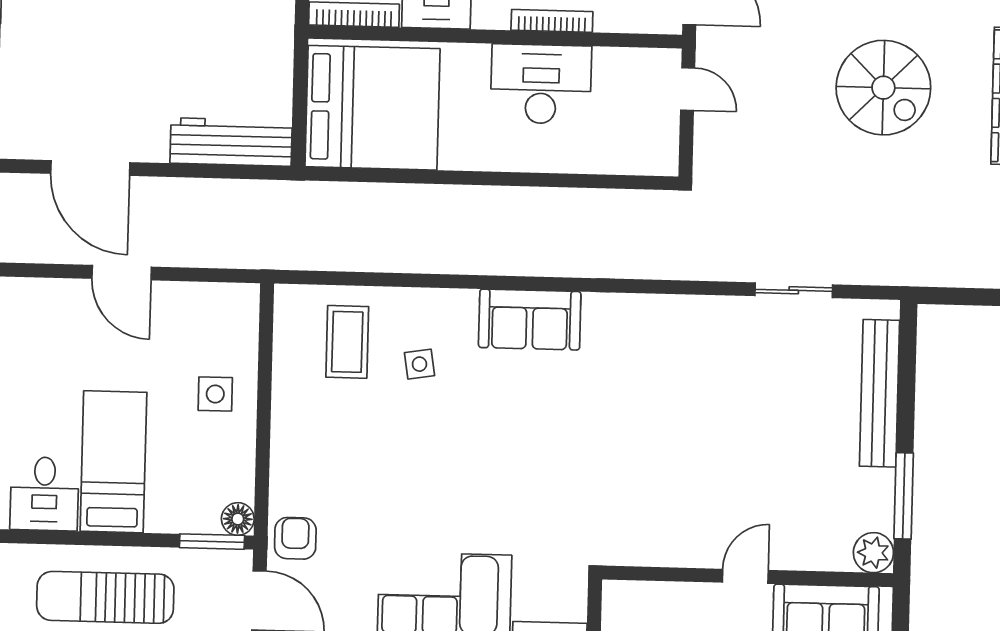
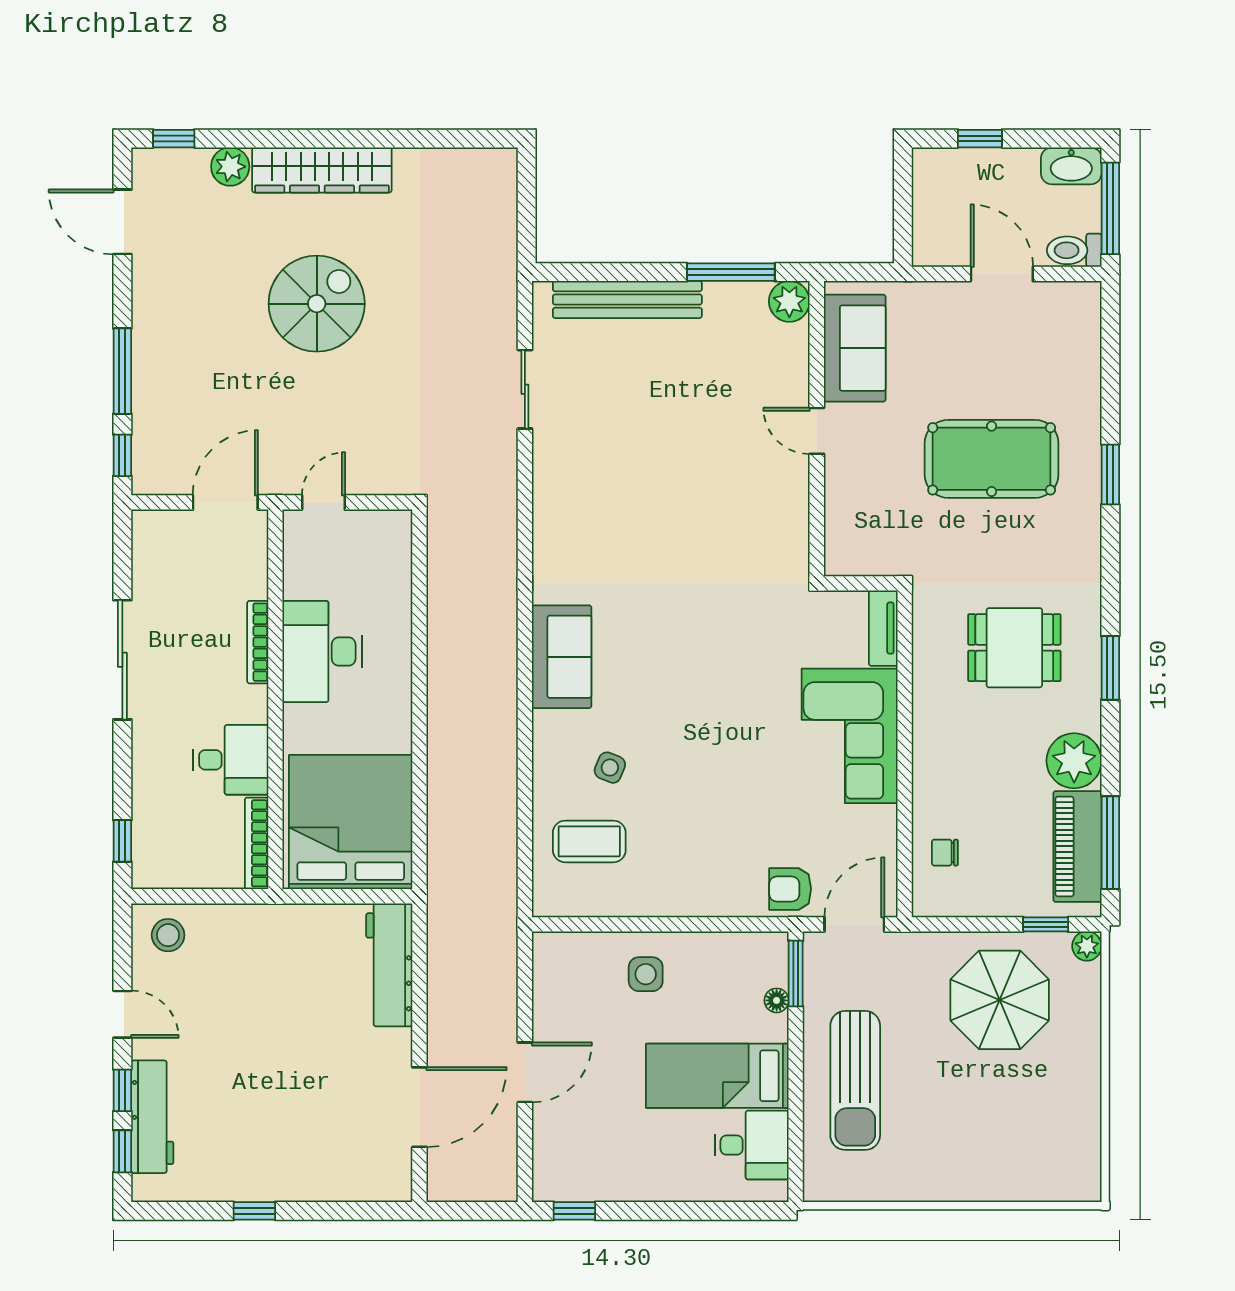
side table: (419, 364) -> (610, 768), turned 31
floor lamp: (238, 519) -> (777, 1000), moved, width x0.73, depth x0.73

